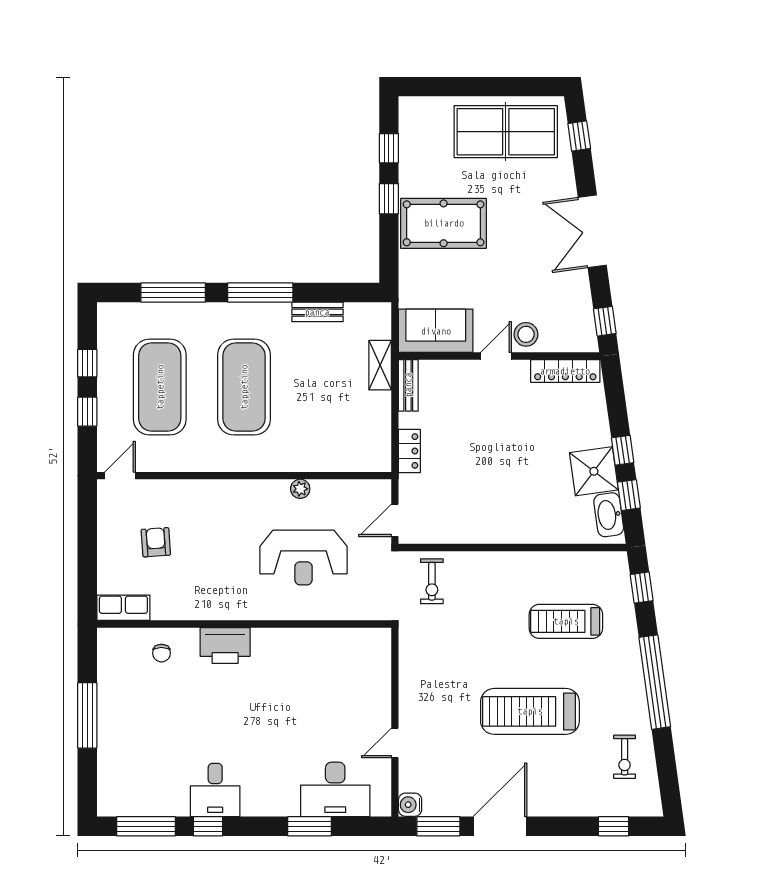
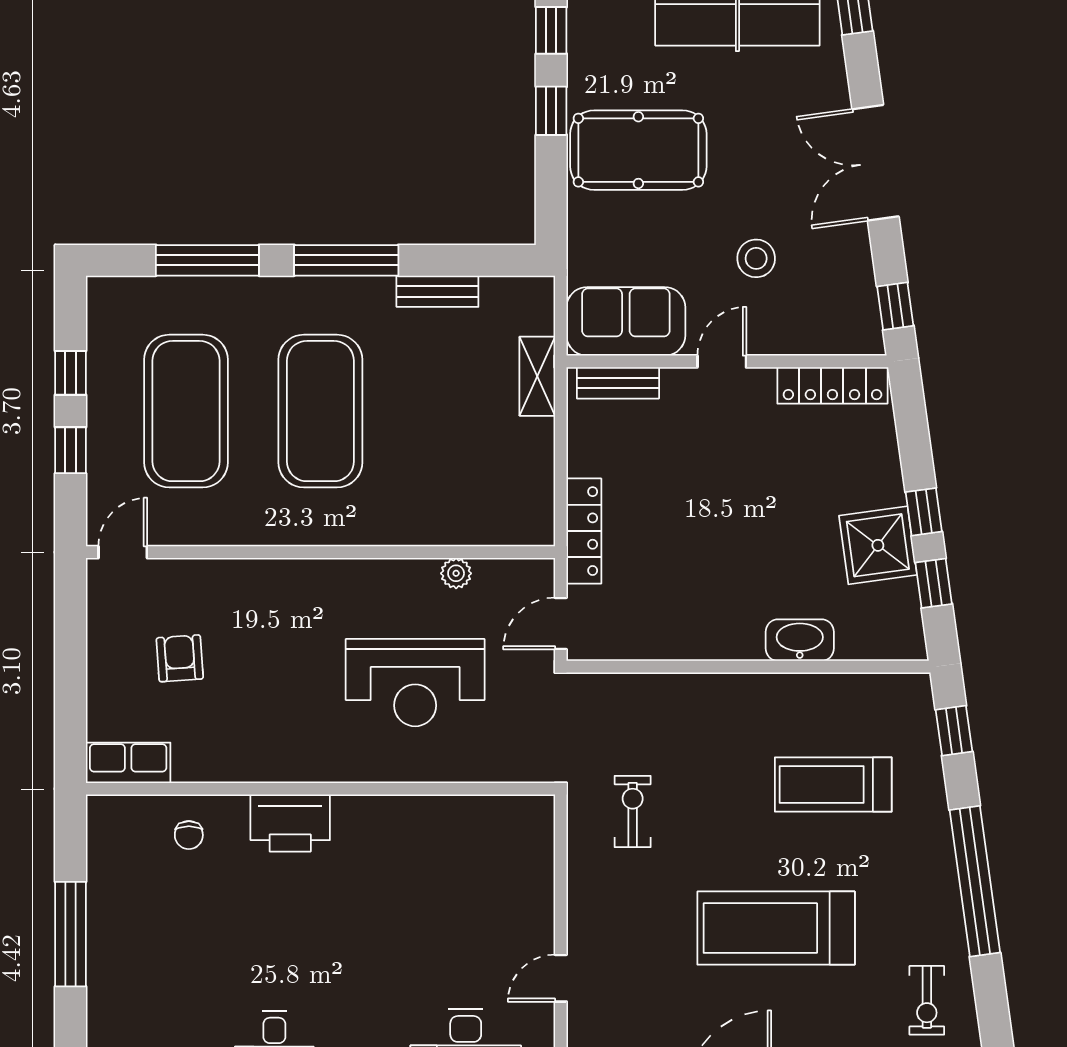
stool: (526, 334) -> (756, 258), moved
bench: (408, 385) -> (618, 383), moved, turned 90
locker: (409, 451) -> (584, 531), width x1.53
plant: (300, 489) -> (456, 573), moved
washbasin: (609, 515) -> (800, 640), moved, turned 98
exercise bike: (432, 581) -> (633, 812), moved, turned 180

